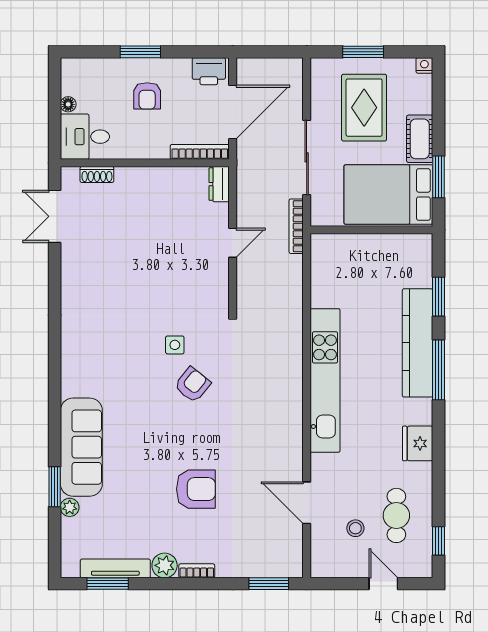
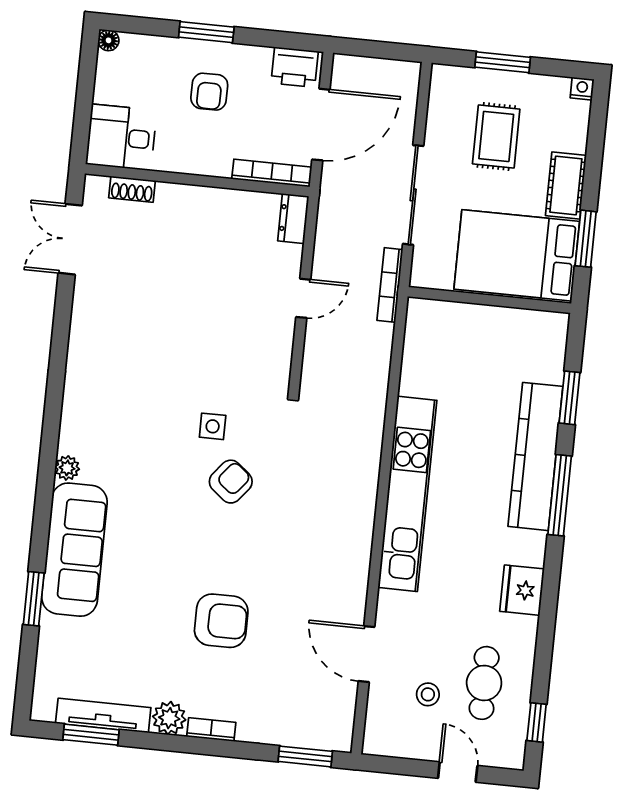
floor lamp: (68, 104) -> (109, 40), moved
rug: (364, 108) -> (496, 136), width x0.73, depth x0.70
plant: (70, 507) -> (67, 468), moved

